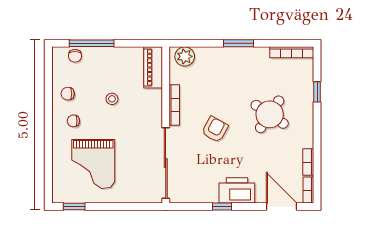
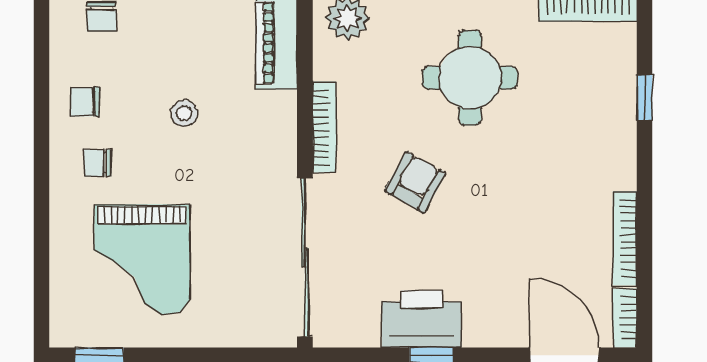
round table: (270, 114) -> (470, 78), moved, turned -34
bookcase: (308, 162) -> (625, 238), width x1.56
printer: (237, 190) -> (422, 319), moved

